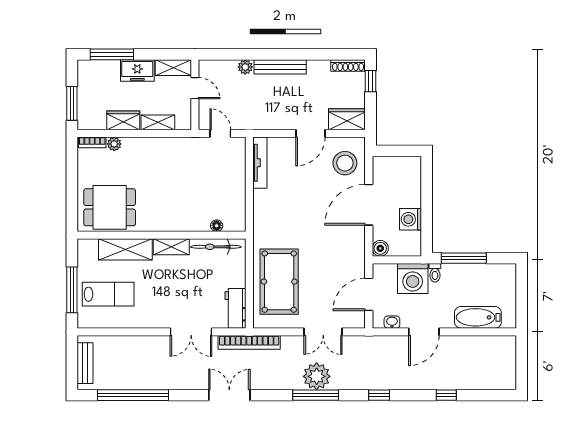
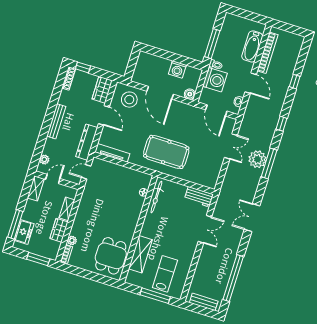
plant: (245, 67) -> (44, 160), moved
freezer: (137, 70) -> (24, 232), moved
dresser: (264, 121) -> (87, 142), added
shelving: (171, 247) -> (148, 225), removed
pool table: (279, 282) -> (166, 152), moved
bookcase: (249, 342) -> (268, 53), moved

